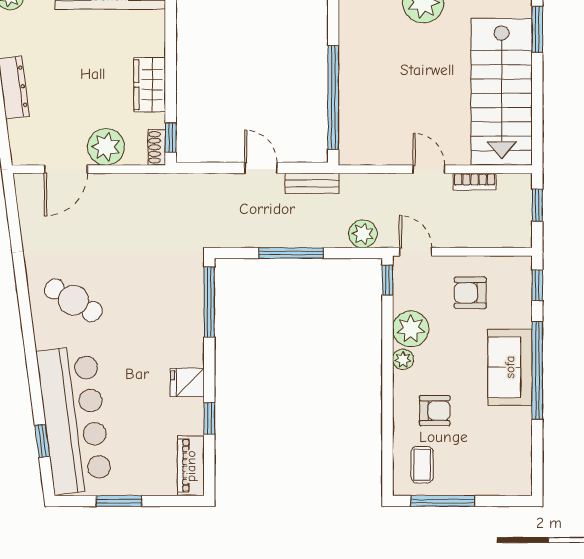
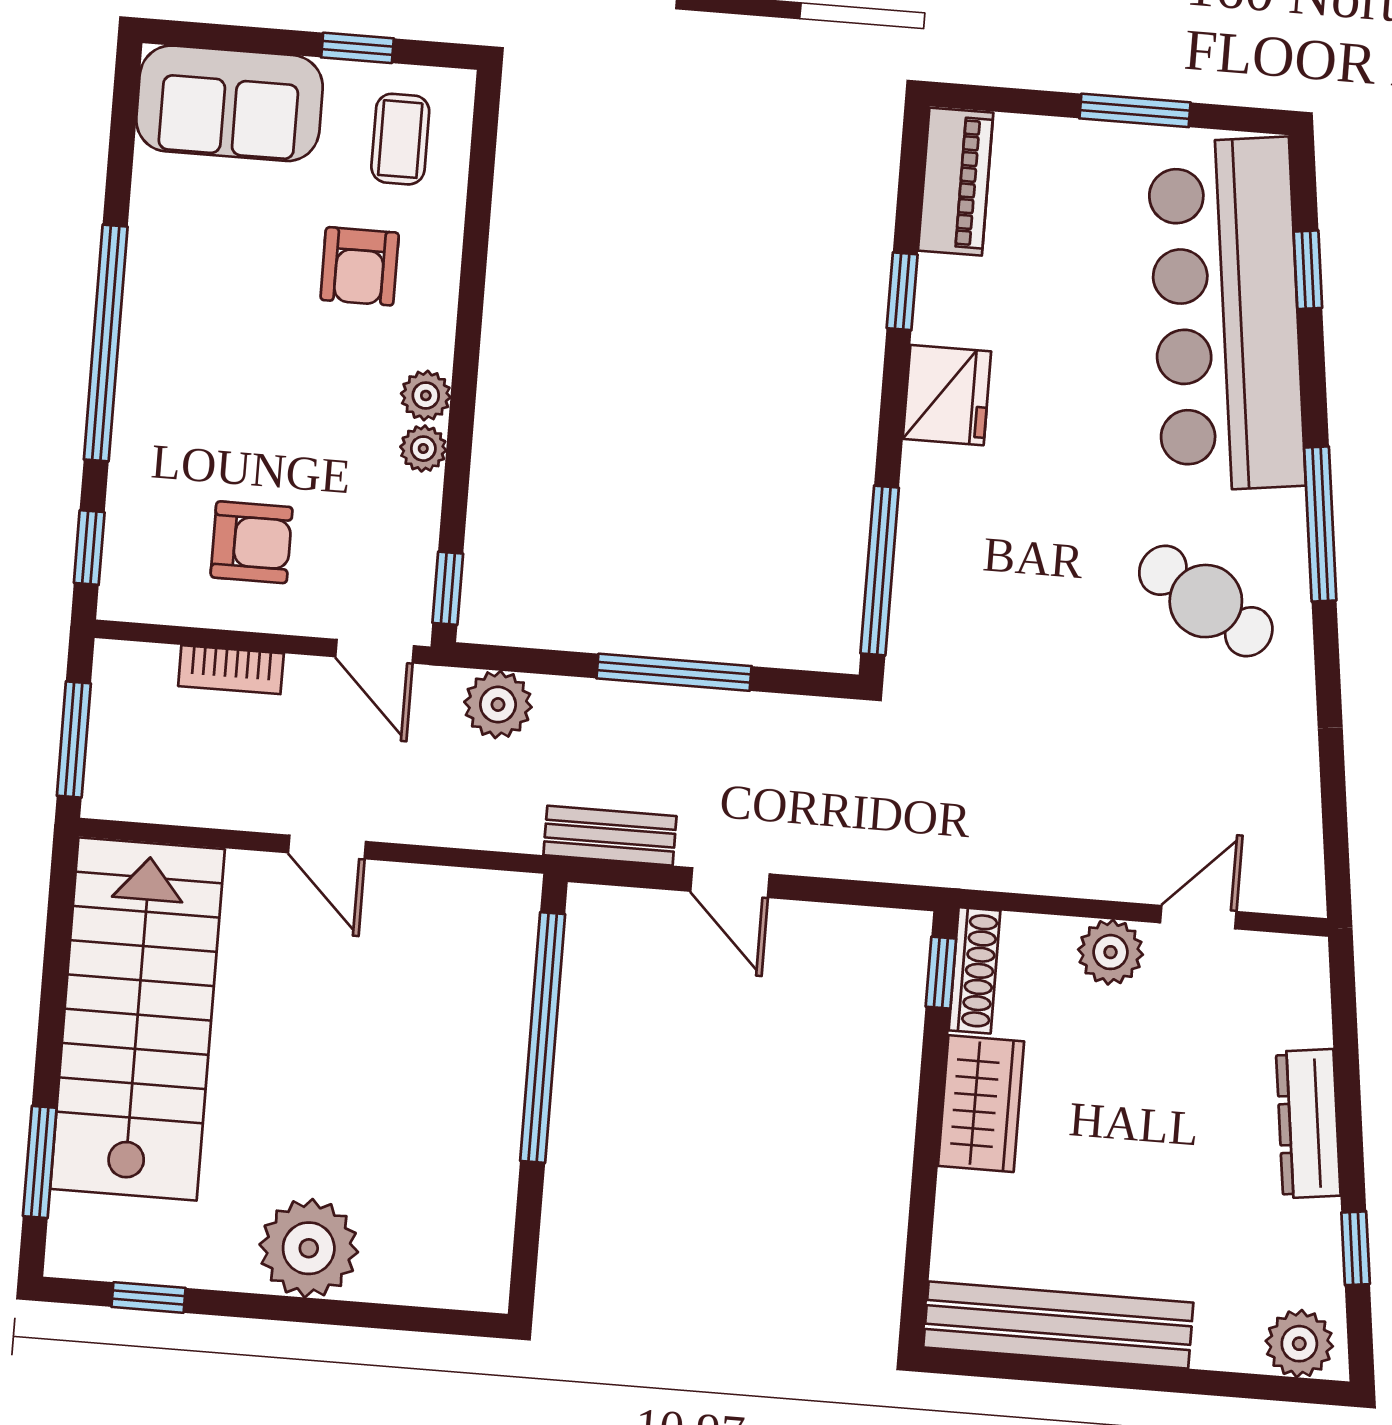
plant: (106, 147) -> (1110, 952), width x0.73, depth x0.73
shoe rack: (157, 147) -> (975, 970), width x1.43
door: (66, 169) -> (1198, 917), width x0.73
bookcase: (475, 182) -> (231, 670), moved, turned 180
window: (537, 205) -> (74, 739), width x1.50
plant: (411, 329) -> (423, 449), width x0.53, depth x0.53
window: (28, 336) -> (1320, 524), added
sofa: (510, 367) -> (230, 103), moved, turned 90
fridge: (187, 382) -> (947, 395), width x1.38
armchair: (435, 411) -> (360, 266), turned -90
window: (443, 501) -> (357, 48), width x0.46

